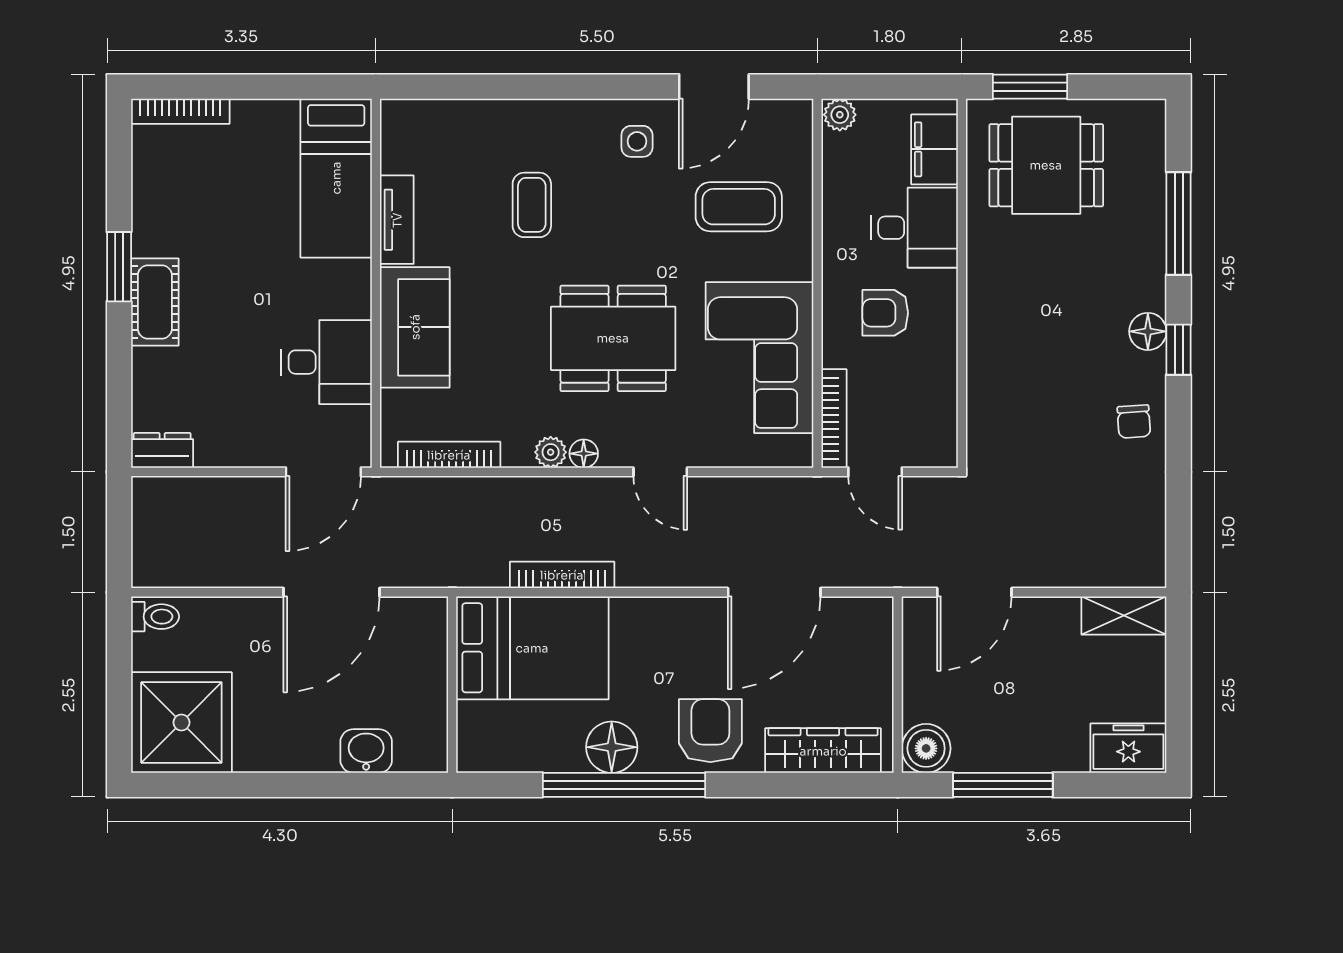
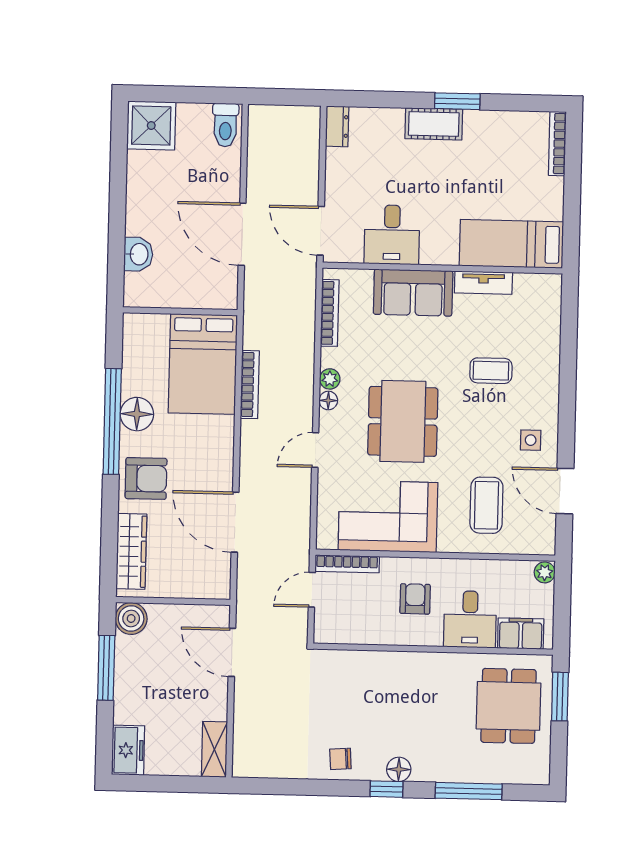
toilet: (155, 617) -> (225, 125), width x1.37, depth x1.39
shower: (181, 722) -> (151, 126), width x0.73, depth x0.73

